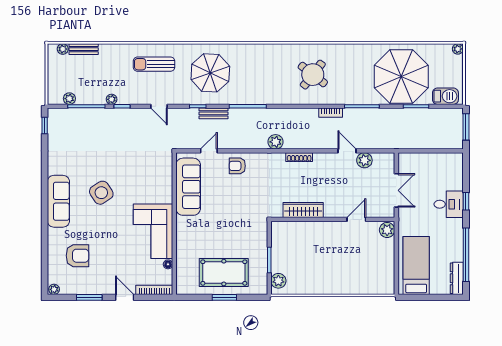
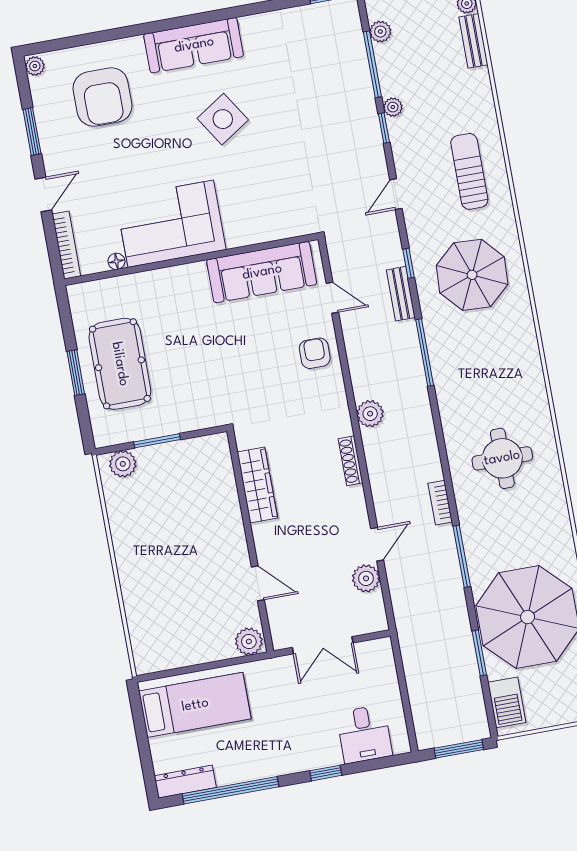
round table: (313, 75) -> (502, 458), turned -38
desk: (449, 204) -> (364, 734), moved
armchair: (78, 256) -> (103, 97), width x1.36, depth x1.36

